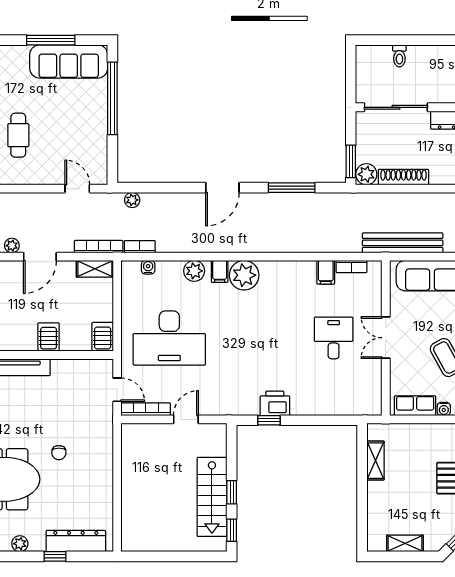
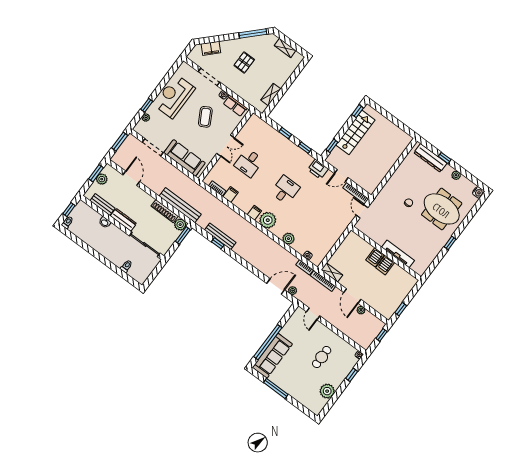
sofa: (69, 61) -> (272, 356), moved, turned 90
door: (222, 188) -> (276, 287), moved
window: (292, 188) -> (218, 243), width x0.46
bench: (296, 201) -> (220, 236), added
bench: (403, 243) -> (180, 205), moved
door: (40, 257) -> (352, 296), swing flipped
filing cabinet: (220, 271) -> (254, 213), moved
server rack: (103, 337) -> (385, 265), moved
desk: (169, 338) -> (285, 190), moved, width x0.53, depth x0.77
printer: (275, 403) -> (318, 169), moved
window: (313, 420) -> (285, 133), added
window: (232, 492) -> (332, 146), moved

